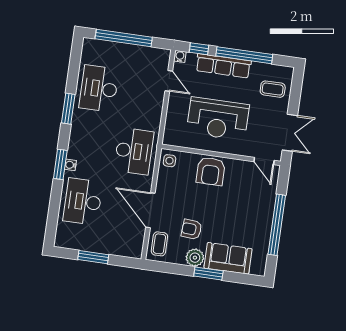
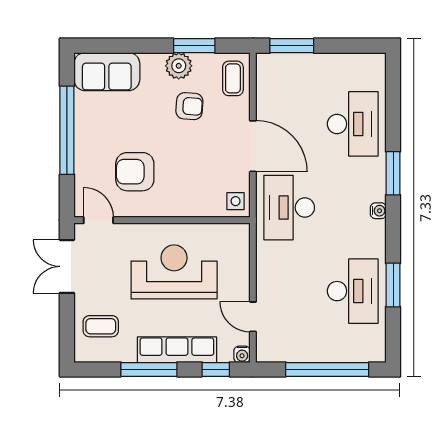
window: (244, 55) -> (149, 369), width x0.68
window: (68, 109) -> (393, 285), moved
water cooler: (70, 165) -> (378, 211), moved
armchair: (211, 171) -> (135, 172), moved, turned -90
door: (150, 210) -> (253, 146), moved
window: (93, 257) -> (292, 46), moved
sofa: (228, 258) -> (107, 72), moved
window: (208, 273) -> (194, 46), moved

